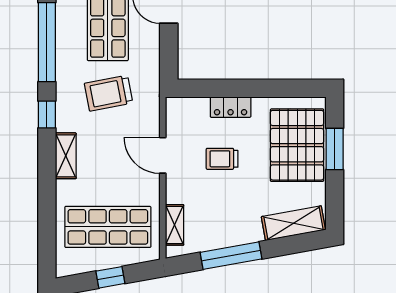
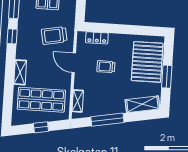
trolley: (109, 93) -> (54, 35), moved
locker: (231, 107) -> (97, 38), moved
window: (335, 149) -> (167, 77), moved
shelving: (66, 156) -> (20, 72), moved

